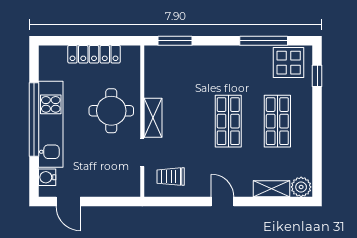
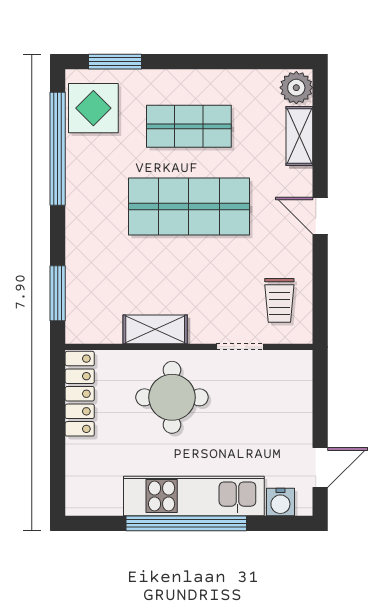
window: (264, 41) -> (58, 149), width x1.46
locker: (94, 54) -> (80, 394), moved
window: (317, 76) -> (115, 62), width x1.50
shelving: (153, 118) -> (155, 329), moved
shop shelf: (228, 121) -> (189, 206), width x1.43, depth x1.36
door: (223, 202) -> (320, 216), hinge flipped

